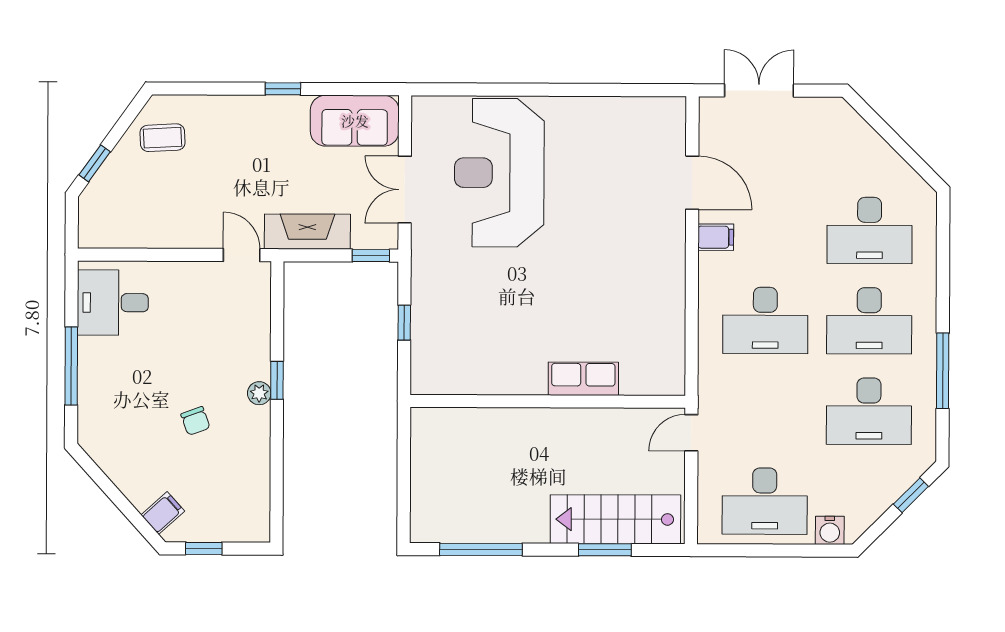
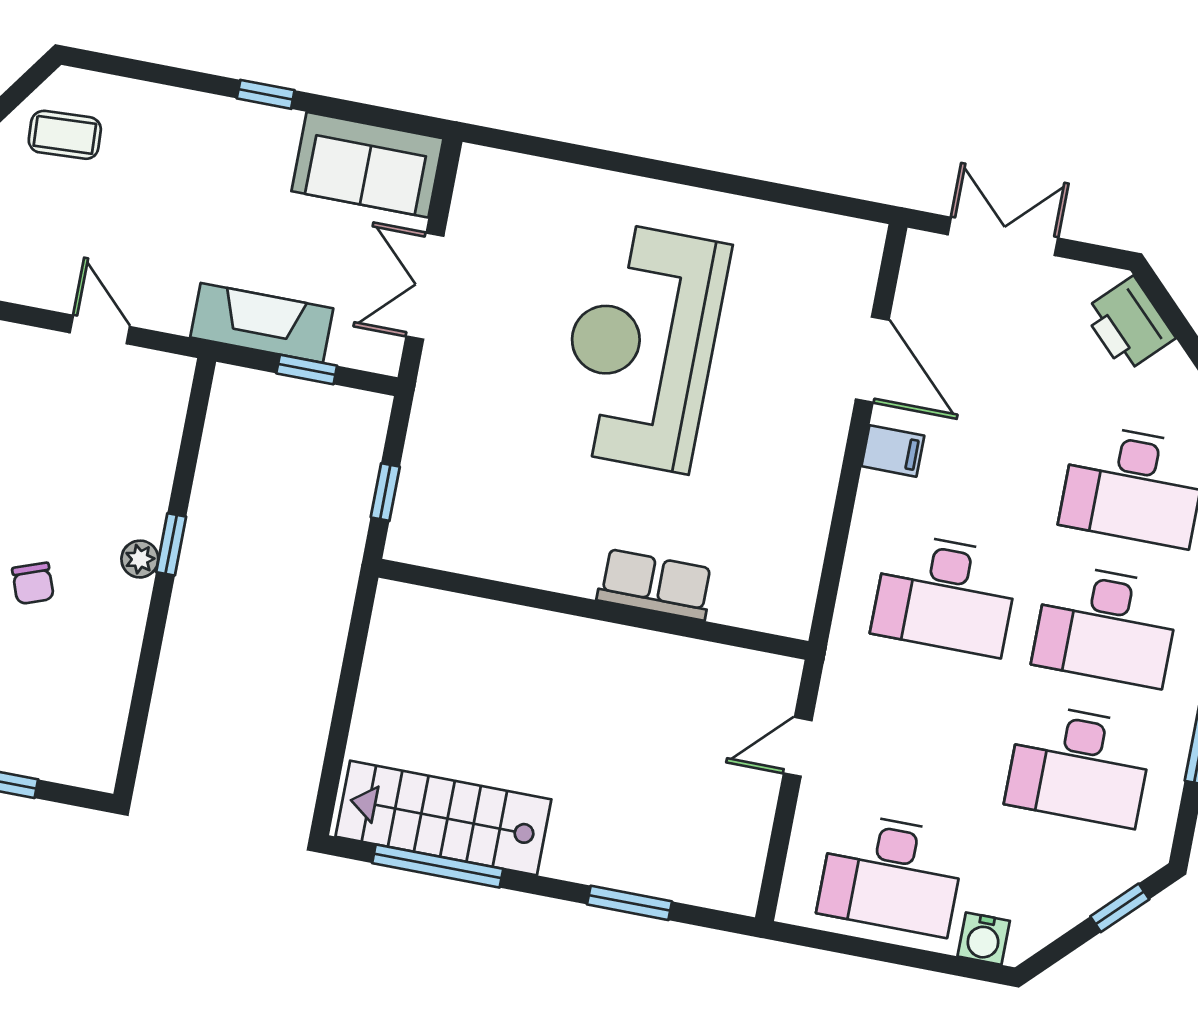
printer: (848, 130) -> (1129, 324), added
reception desk: (499, 173) -> (642, 347), moved
door: (242, 255) -> (100, 330), moved
window: (371, 256) -> (307, 369), moved
row of seats: (583, 379) -> (655, 585), moved
wall: (548, 401) -> (593, 609), moved
stairs: (615, 519) -> (443, 818), moved

